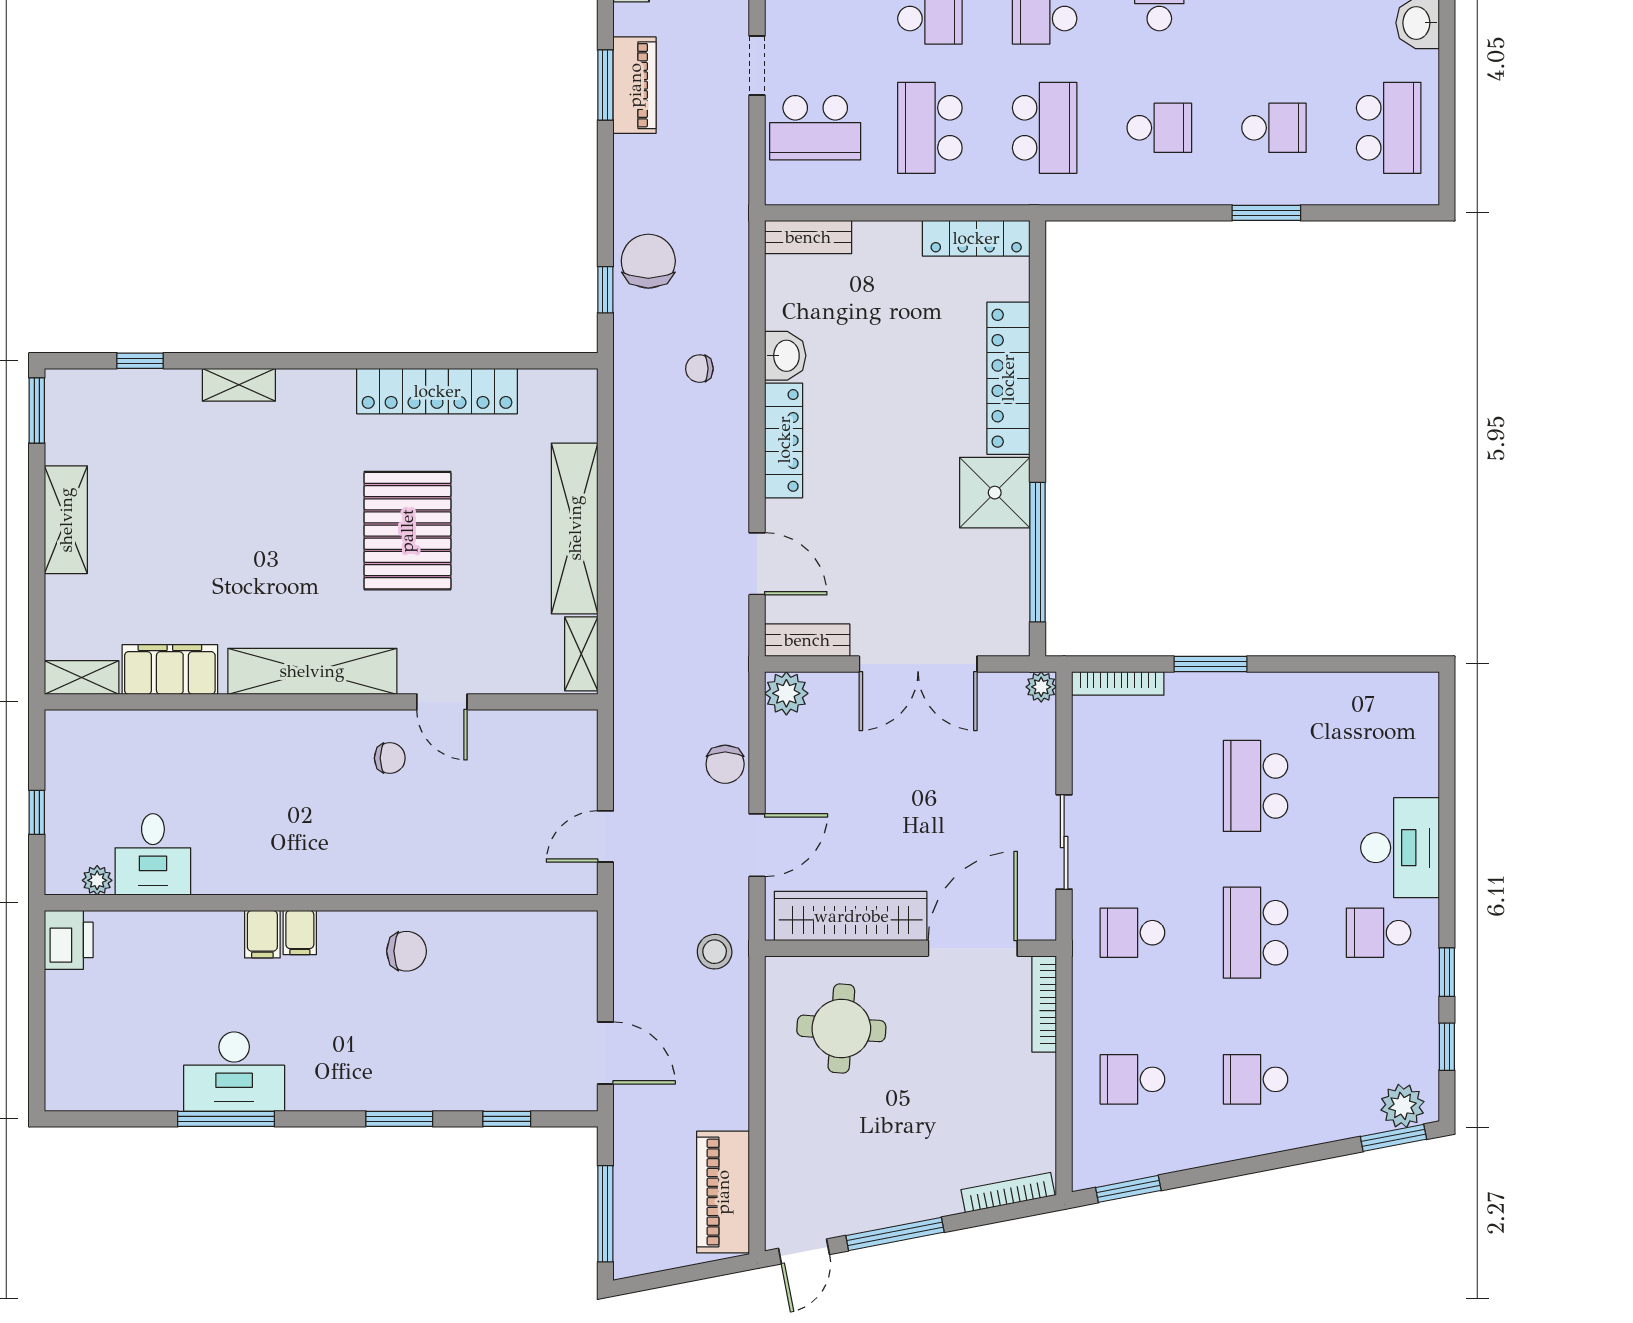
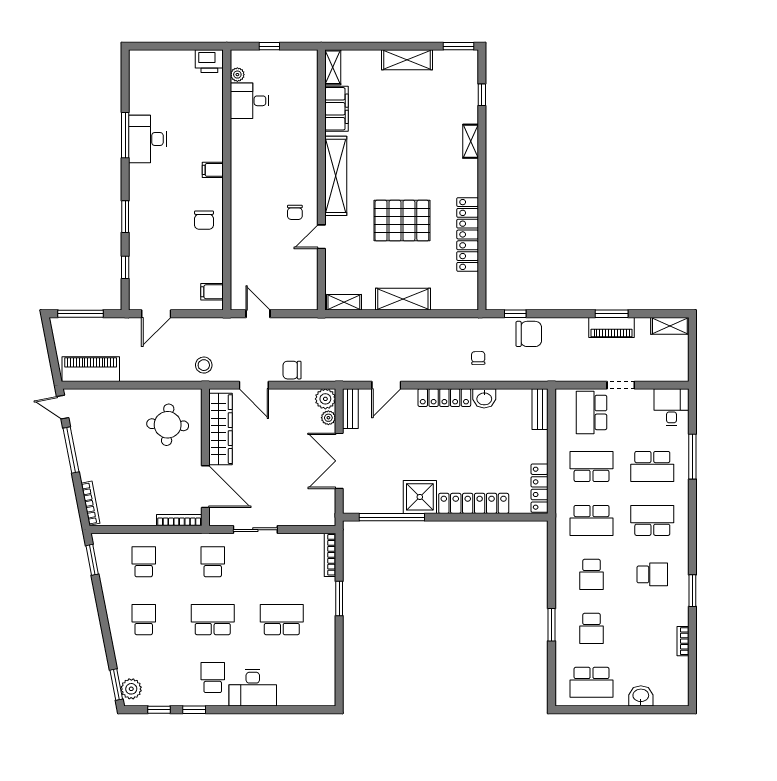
shelving: (575, 528) -> (403, 299), width x0.68
plant: (1041, 687) -> (328, 418), moved
filing cabinet: (262, 934) -> (212, 292), moved

